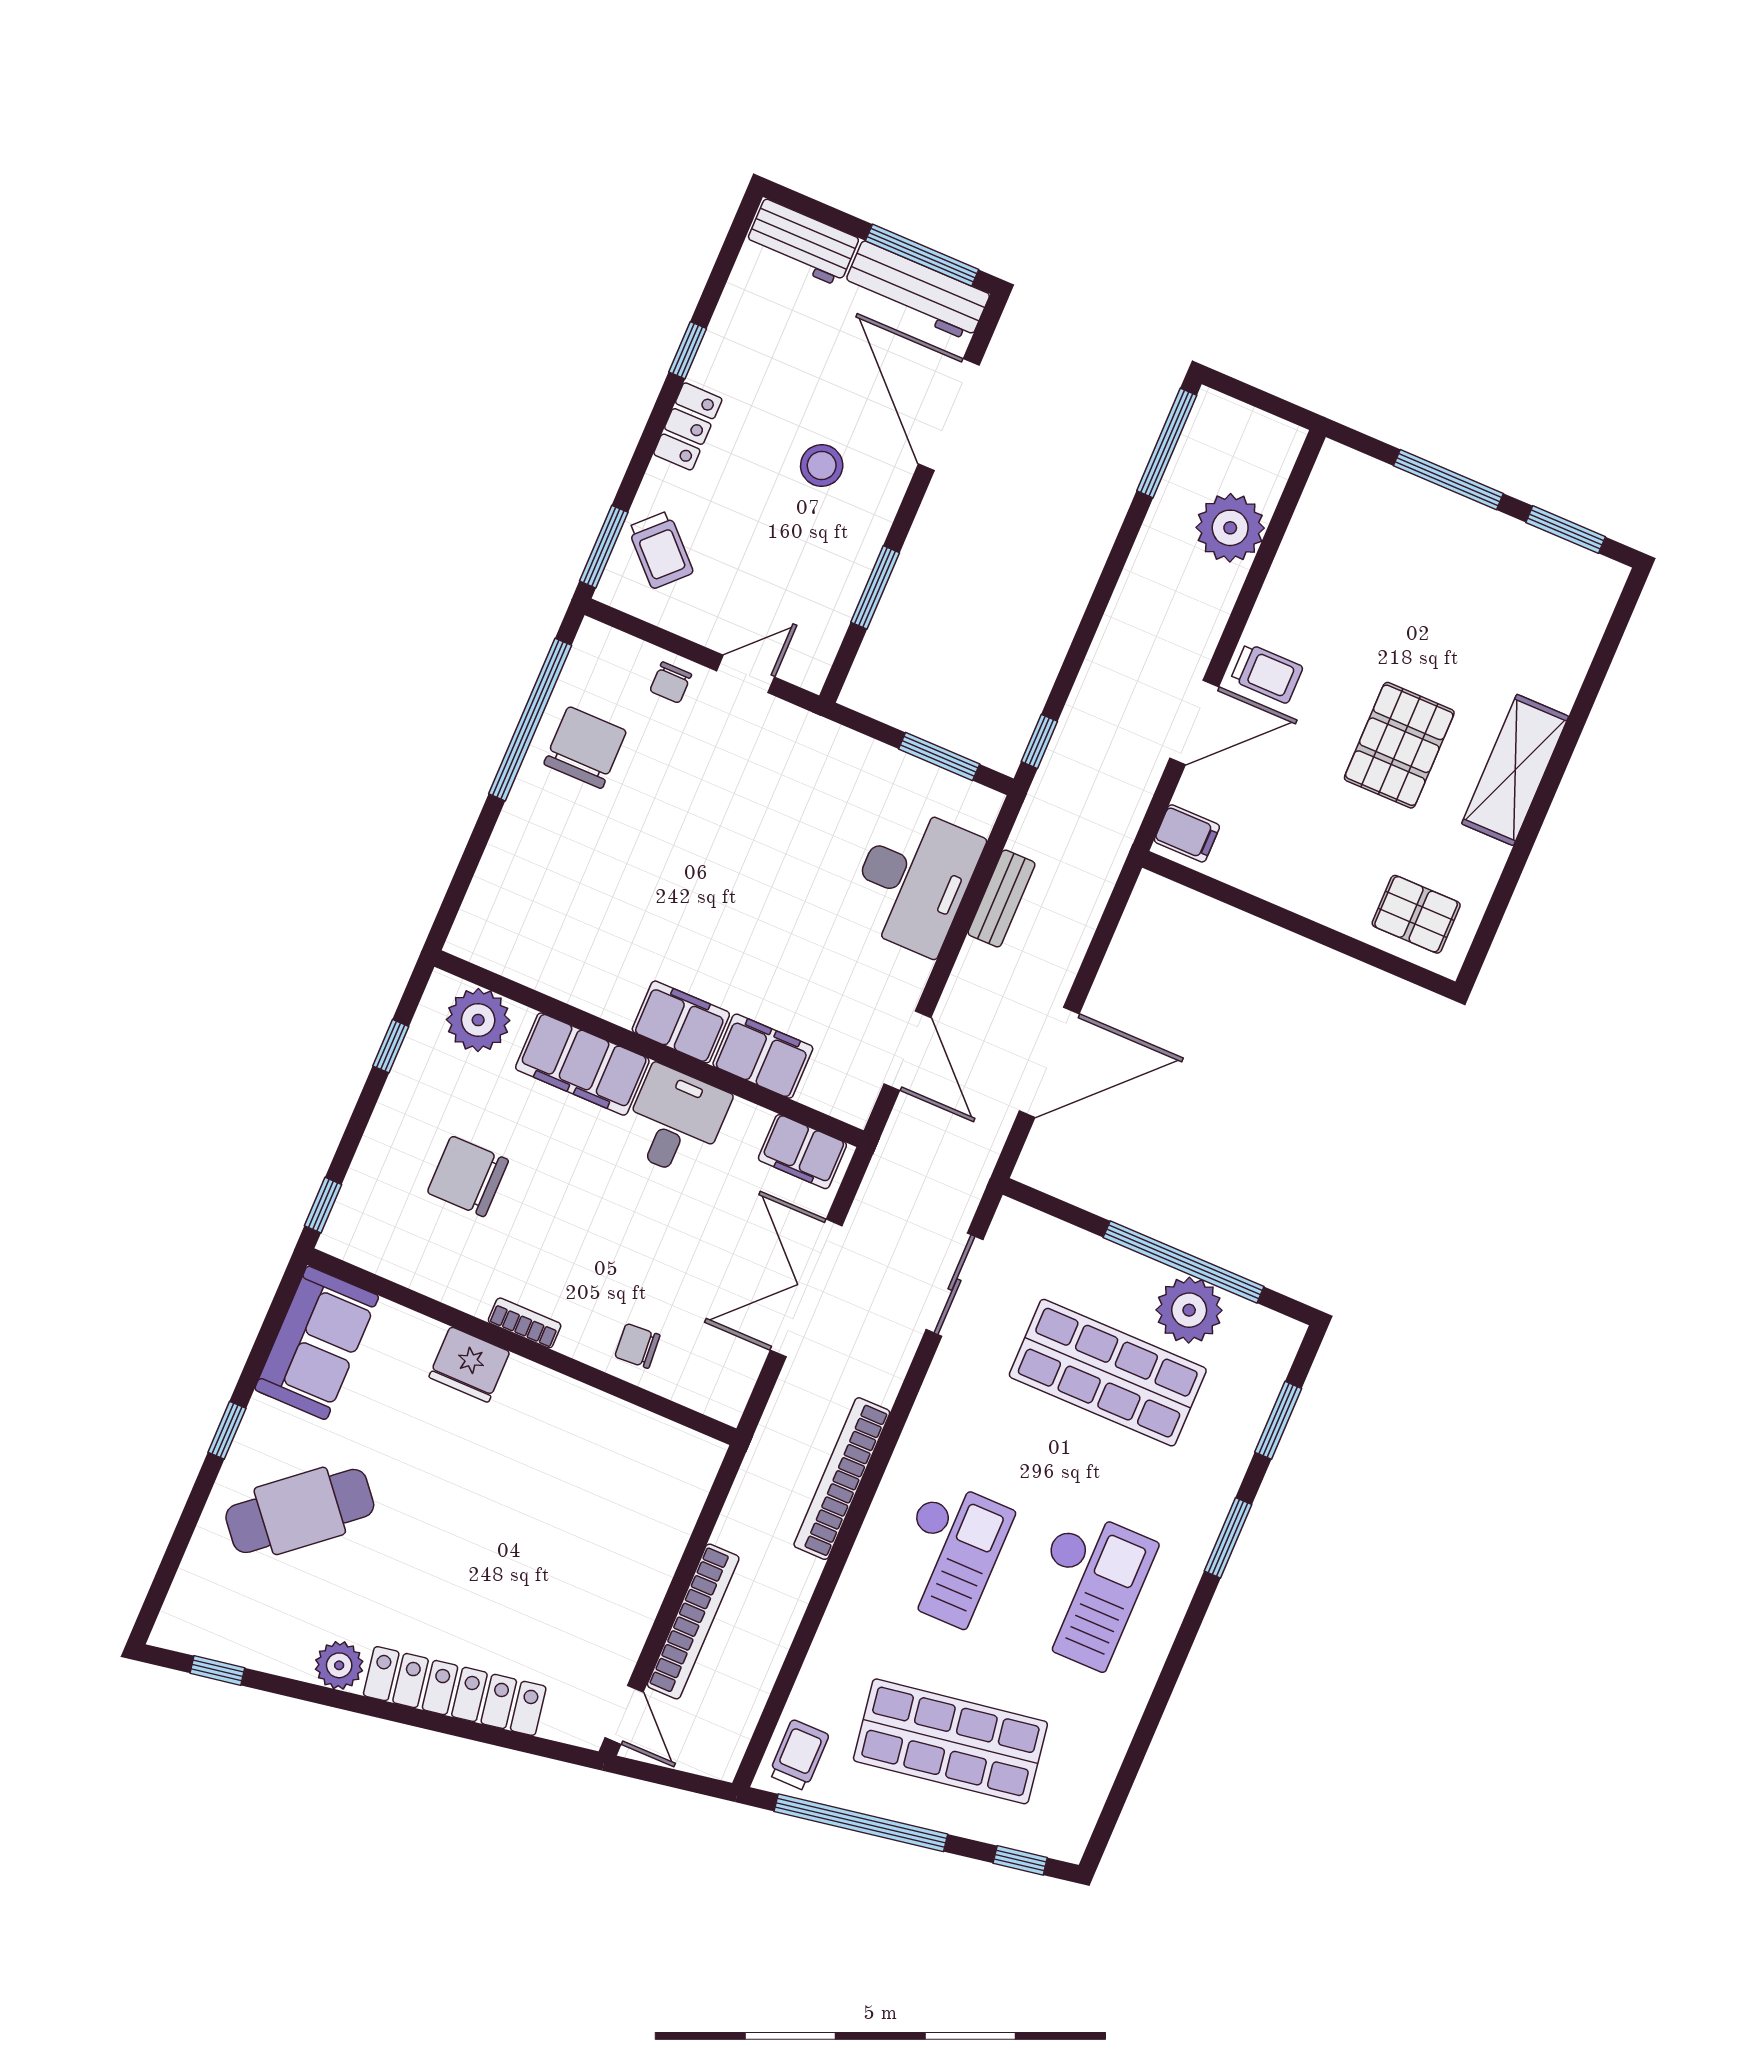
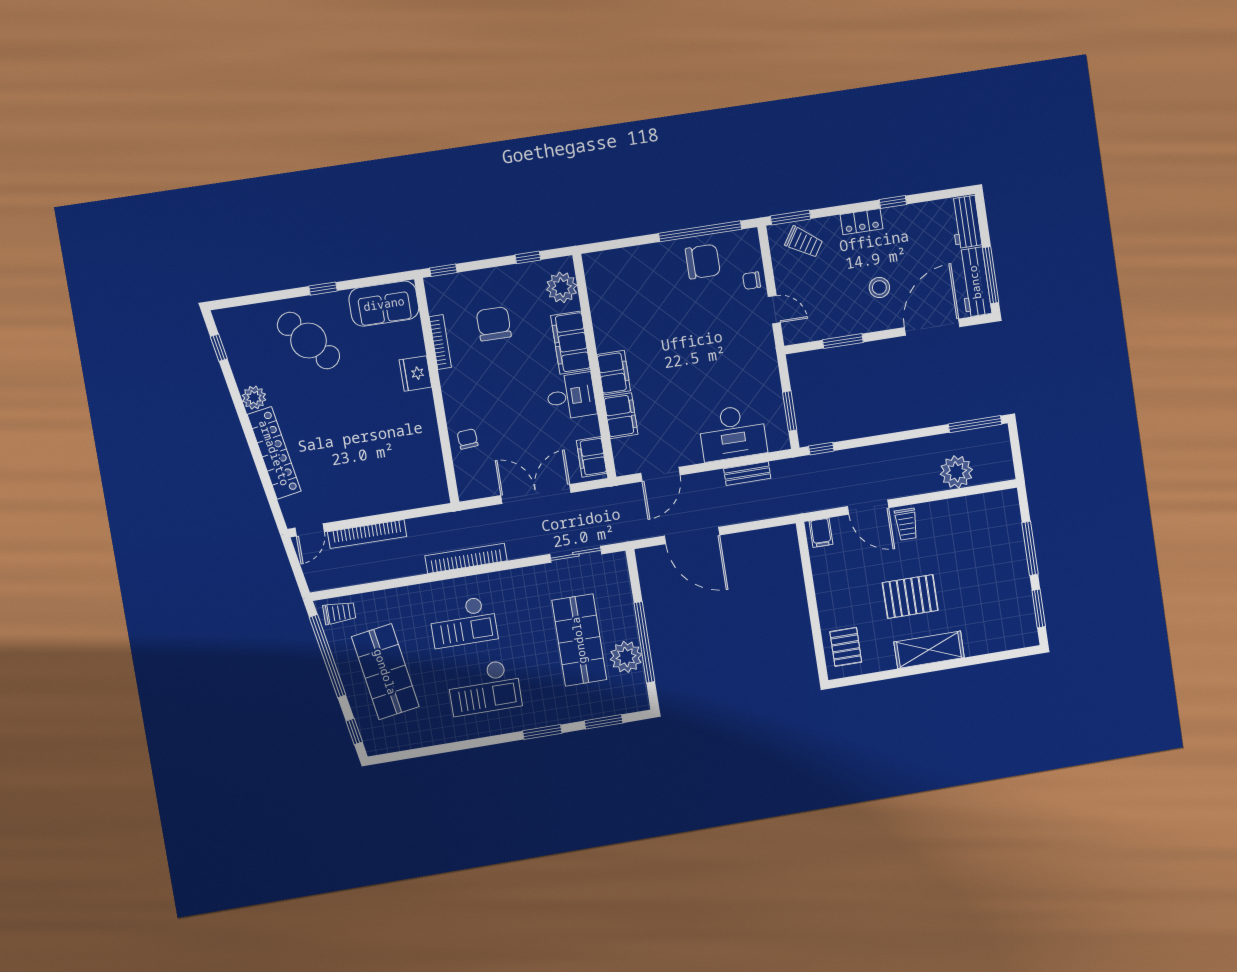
trolley: (660, 550) -> (804, 242), turned -102
bookcase: (525, 1323) -> (440, 342), moved, width x1.56

